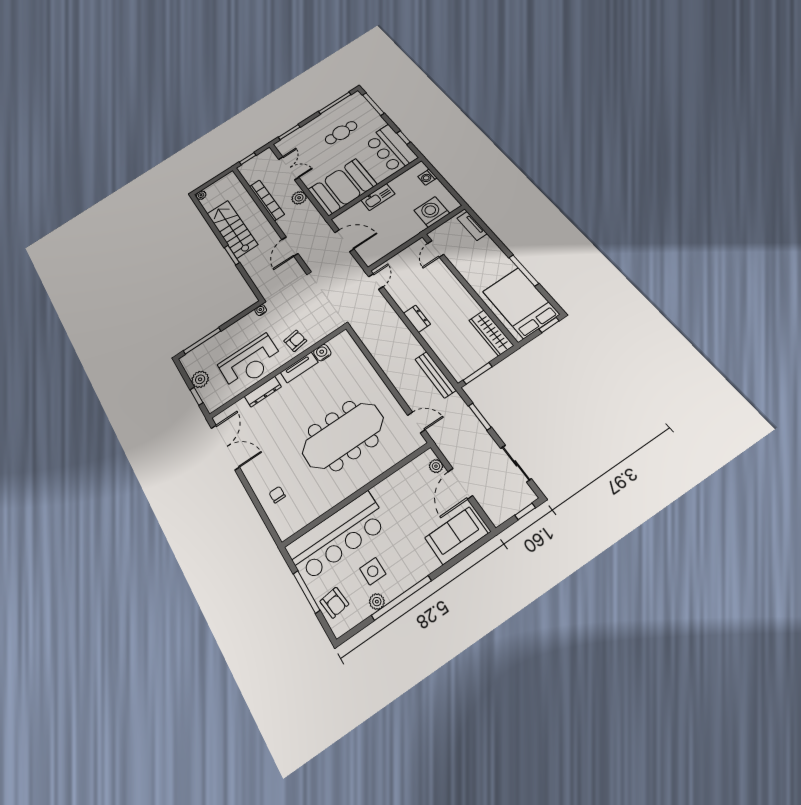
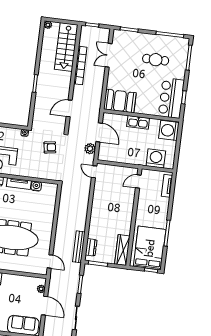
double door: (289, 168) -> (109, 55), swing flipped
washing machine: (427, 177) -> (169, 130), width x1.89, depth x1.89
booth: (342, 187) -> (120, 101), width x0.73, depth x0.70
plant: (299, 198) -> (90, 149), moved
stairs: (232, 229) -> (66, 47), moved, turned 180
door: (376, 282) -> (94, 172), swing flipped
dresser: (417, 319) -> (91, 247), moved
armchair: (295, 341) -> (50, 147), moved
door: (460, 484) -> (45, 306), swing flipped

